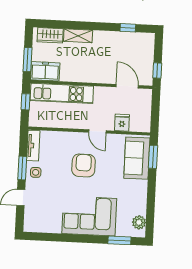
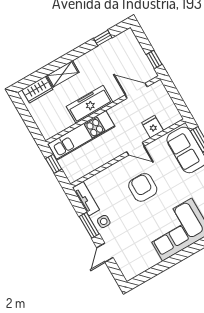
window: (28, 60) -> (31, 125), removed
freezer: (45, 71) -> (90, 104), moved, width x1.40

